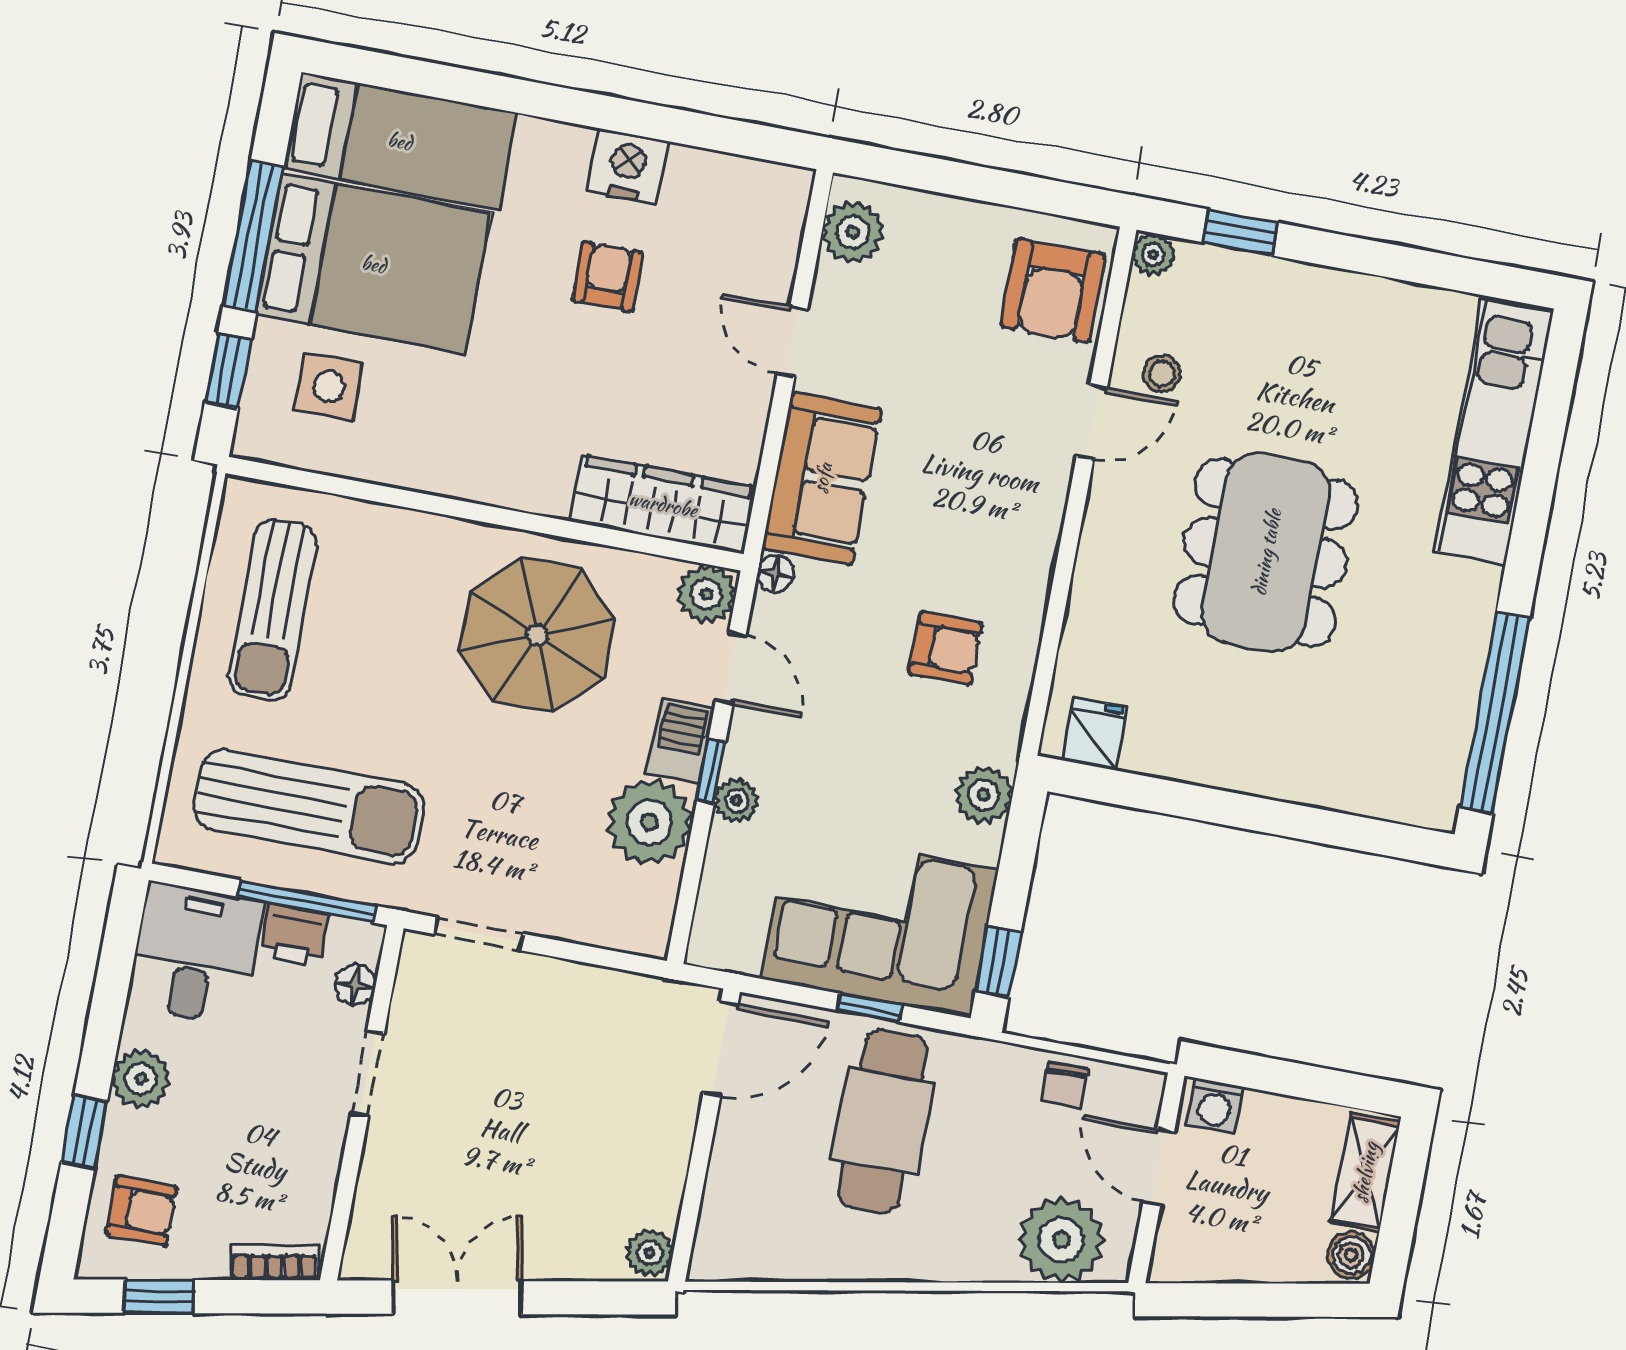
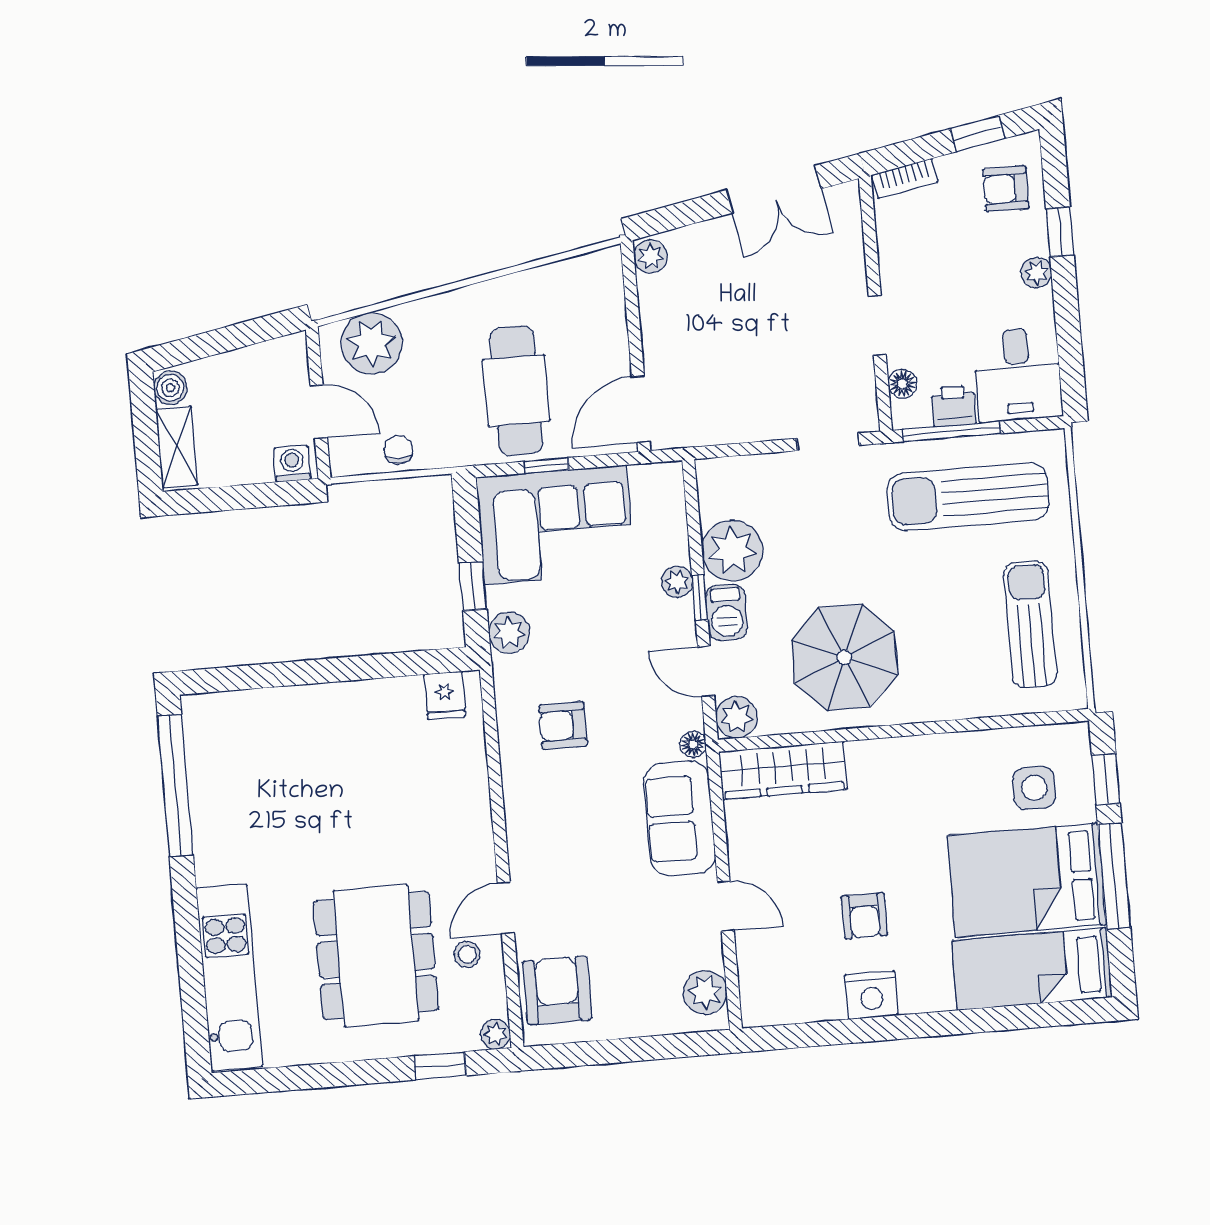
dining table: (1266, 552) -> (376, 956), moved
window: (998, 961) -> (473, 586), moved
plant: (141, 1079) -> (1036, 273), width x0.73, depth x0.73

